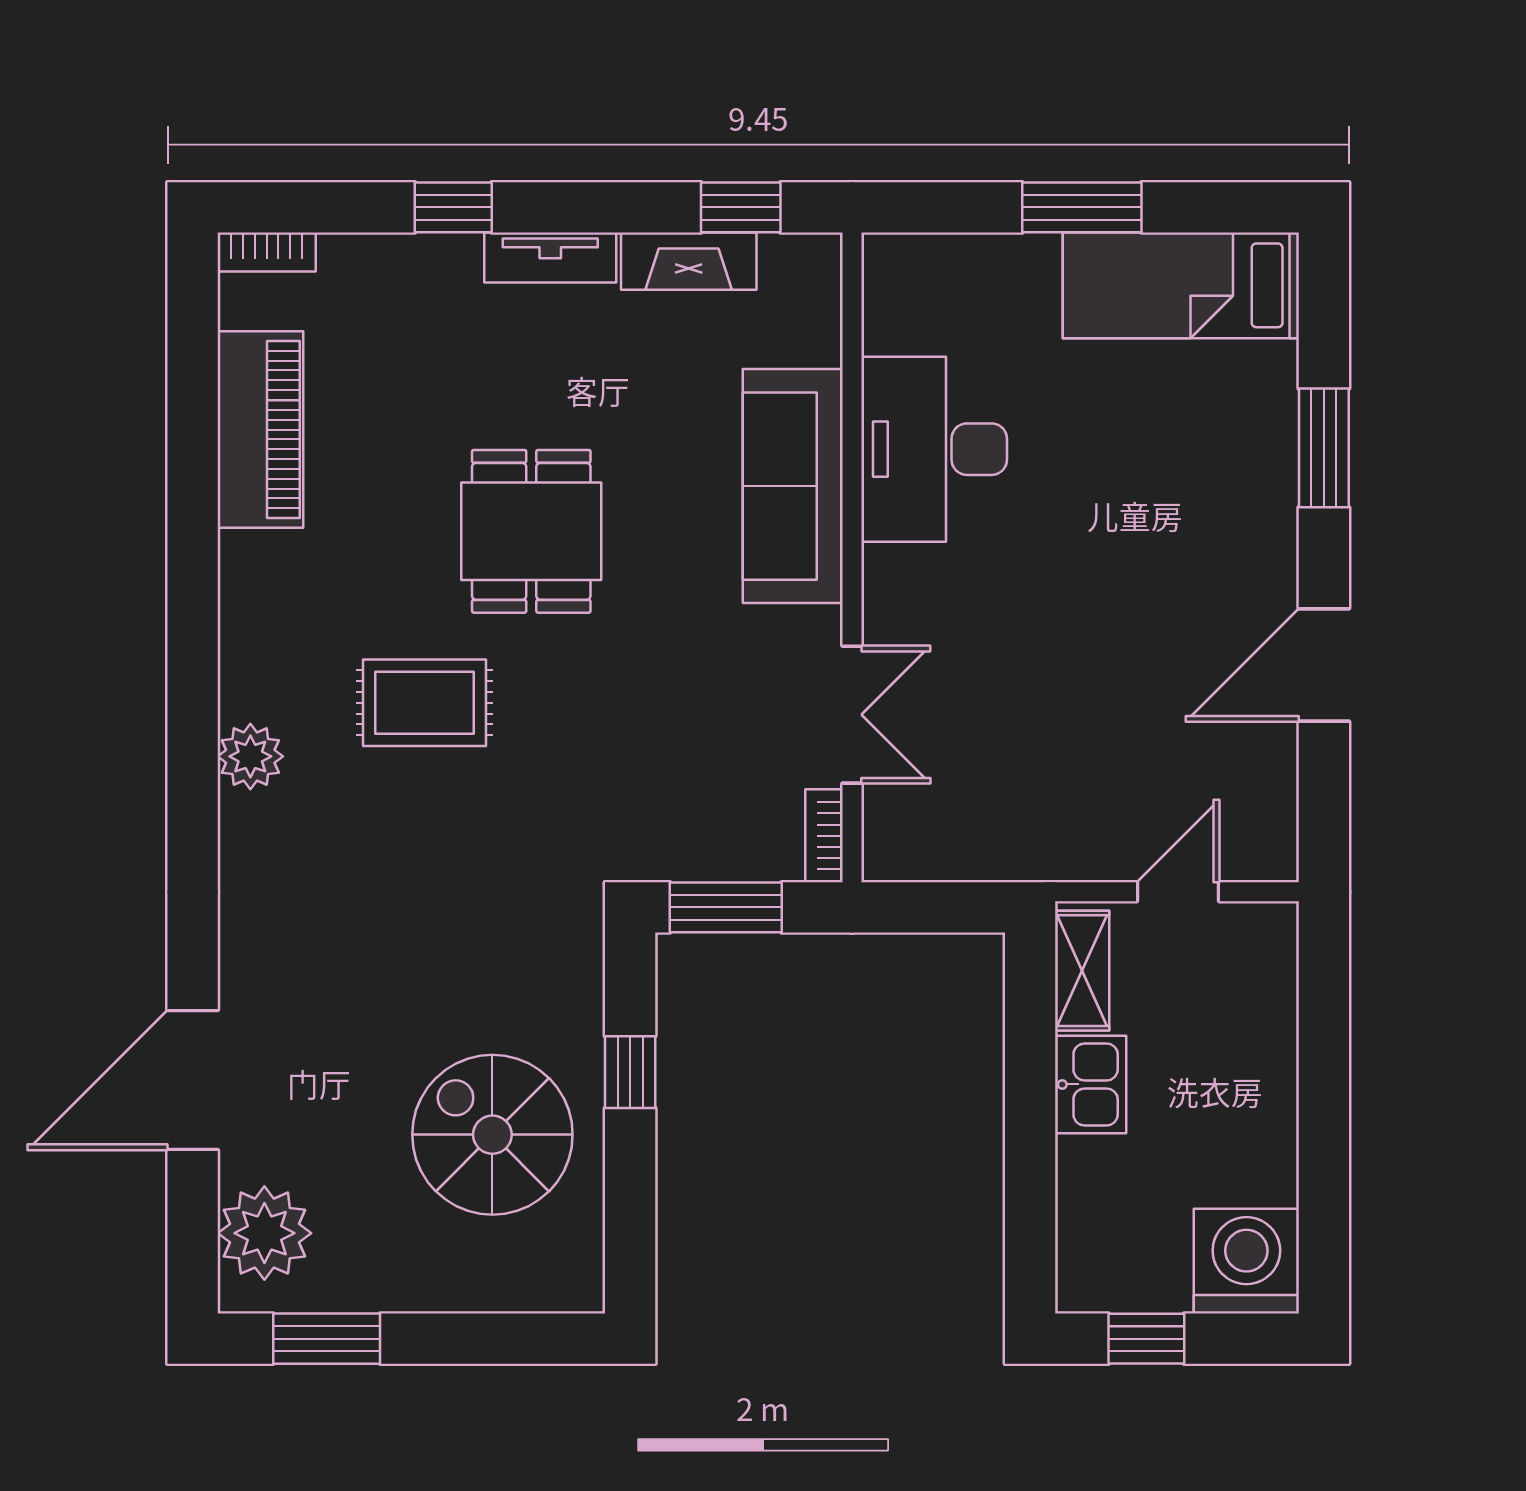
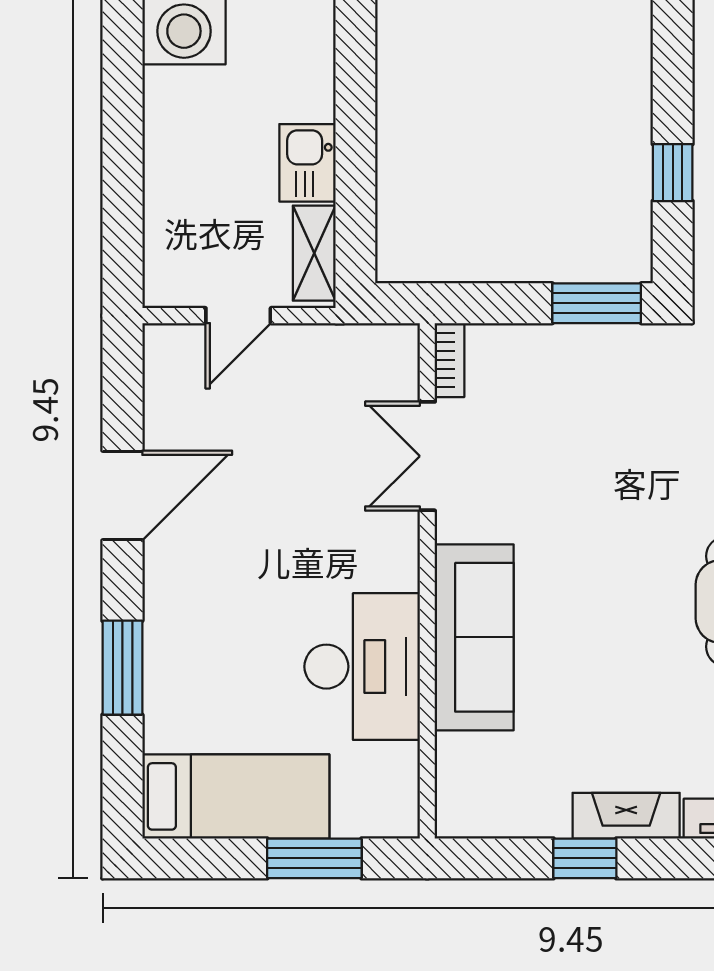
desk: (934, 449) -> (362, 667), moved
sofa: (793, 486) -> (474, 637), moved
wall: (852, 557) -> (427, 581), moved
double door: (852, 715) -> (427, 456), moved
bookcase: (824, 836) -> (449, 360), moved

